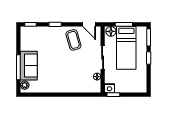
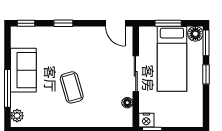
floor lamp: (111, 31) -> (195, 34), moved
coffee table: (73, 40) -> (72, 87), moved
sofa: (29, 66) -> (23, 70), moved

